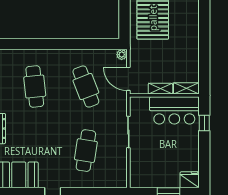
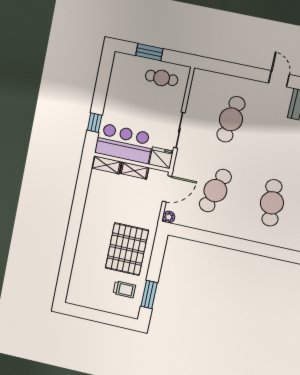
door: (128, 79) -> (167, 189), hinge flipped
cafe table: (86, 87) -> (215, 191), turned 39
cafe table: (153, 173) -> (162, 78), added
fridge: (190, 180) -> (161, 158), moved, turned 180

